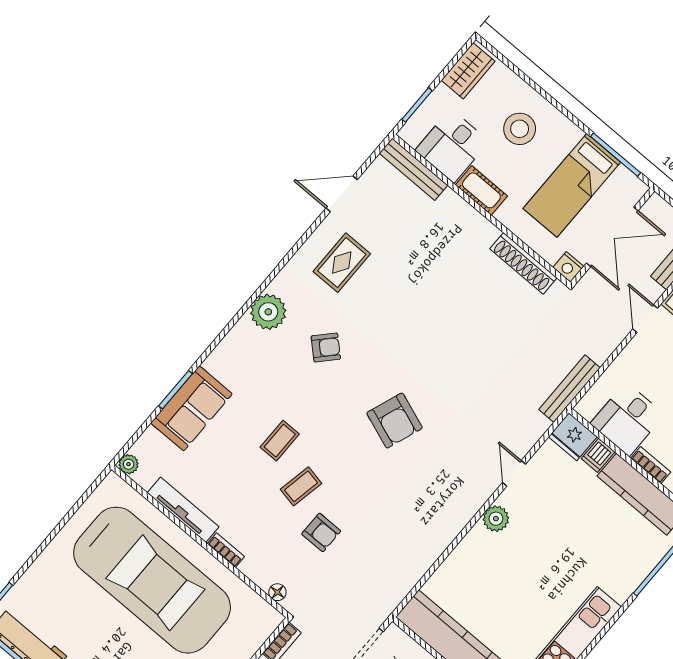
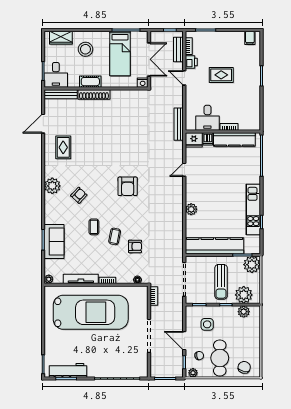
wardrobe: (468, 71) -> (61, 38), moved, turned 90
desk: (452, 146) -> (56, 75), moved
shoe rack: (523, 263) -> (94, 95), moved
armchair: (326, 348) -> (79, 195), moved
armchair: (395, 421) -> (128, 186), turned 70
door: (514, 473) -> (184, 170), hinge flipped
plant: (496, 519) -> (191, 209), moved

